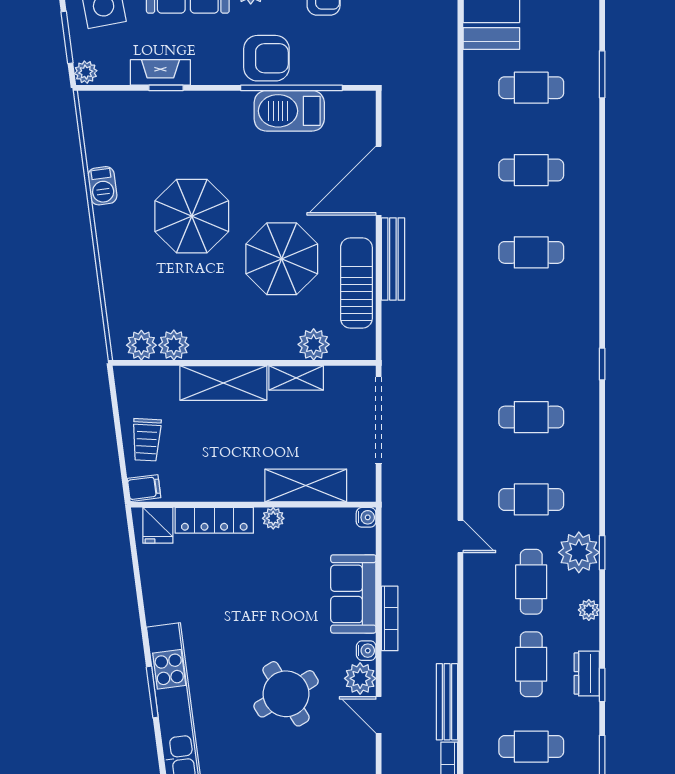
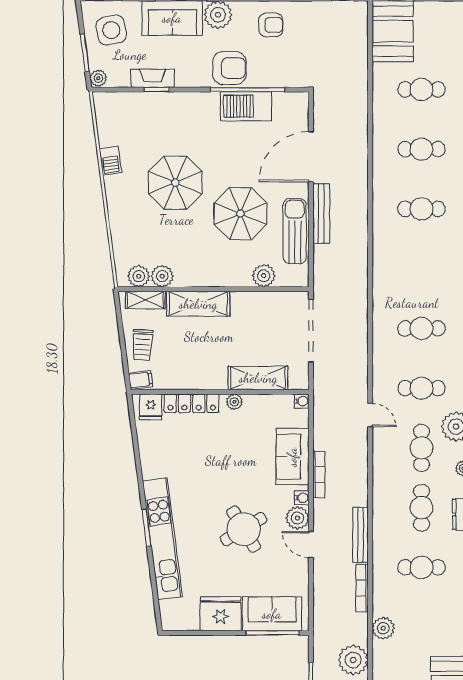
shelving: (296, 378) -> (145, 300), moved

